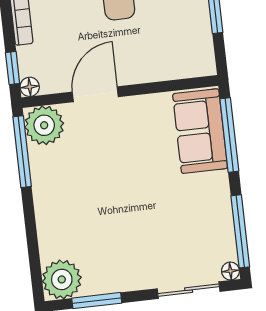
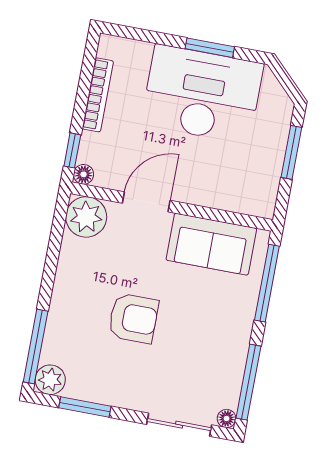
sofa: (200, 131) -> (211, 244), moved, turned -90
window: (22, 152) -> (36, 346), moved
armchair: (116, 205) -> (133, 318), added
plant: (62, 279) -> (50, 380), width x0.73, depth x0.73

